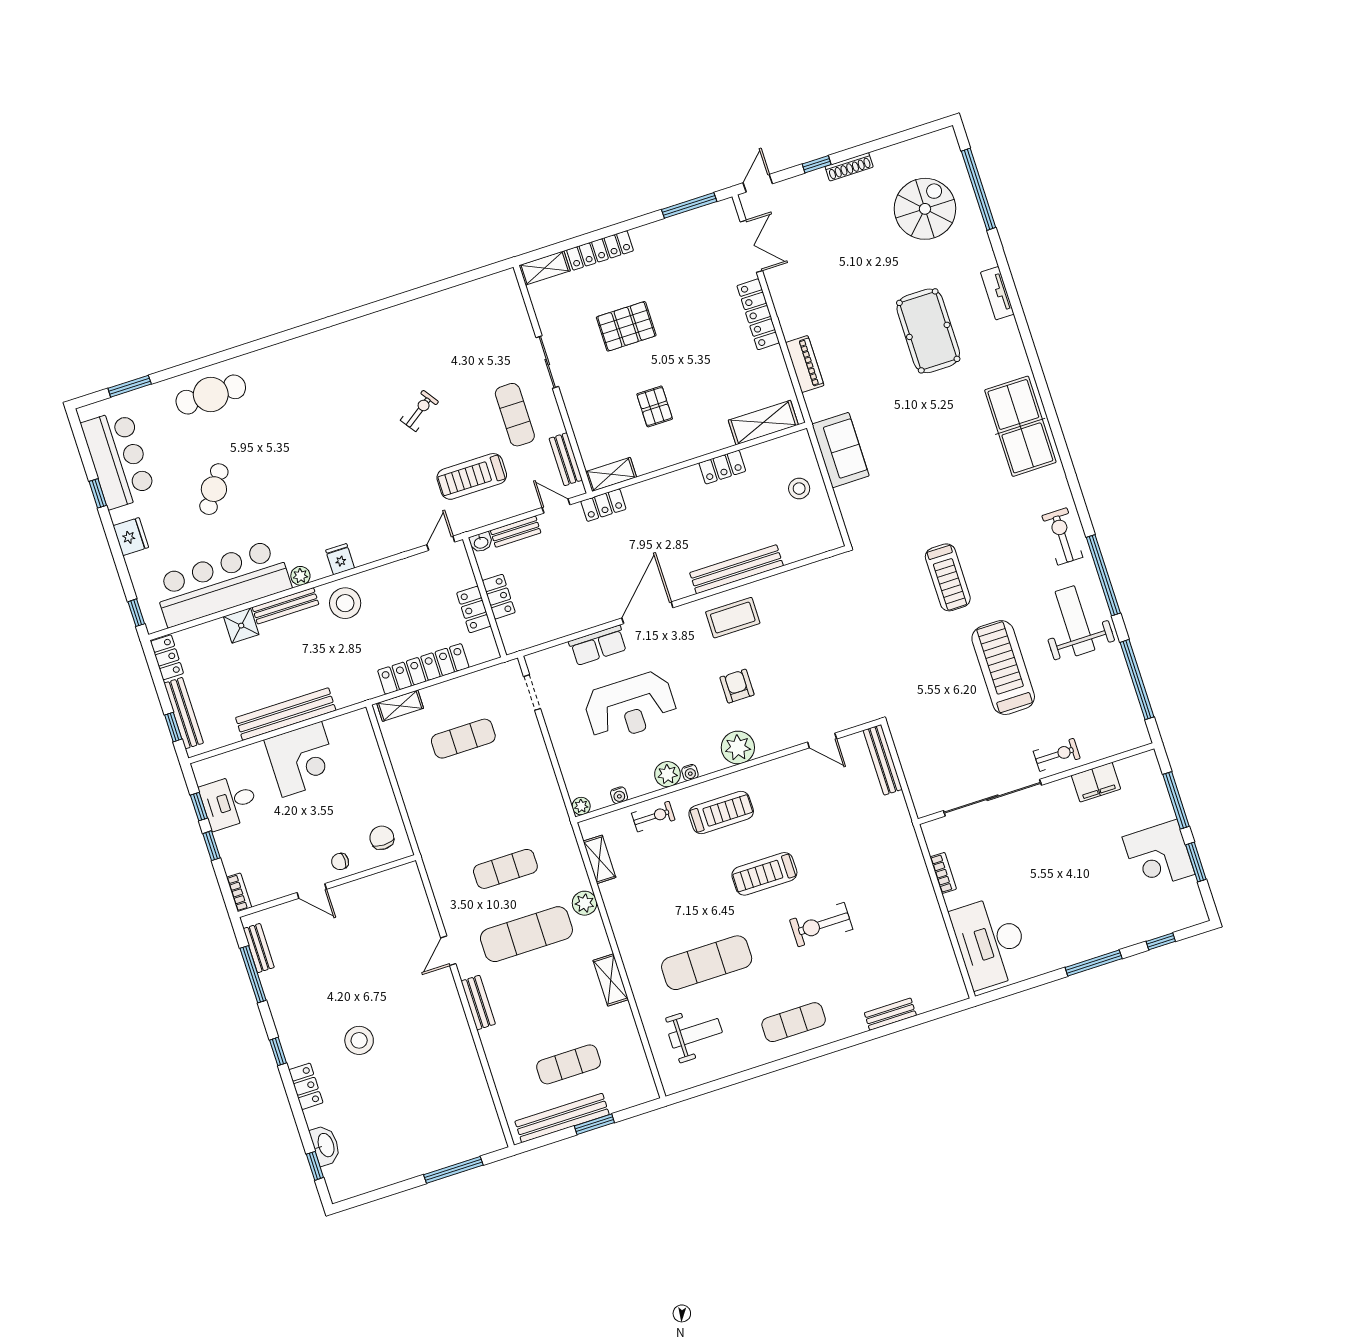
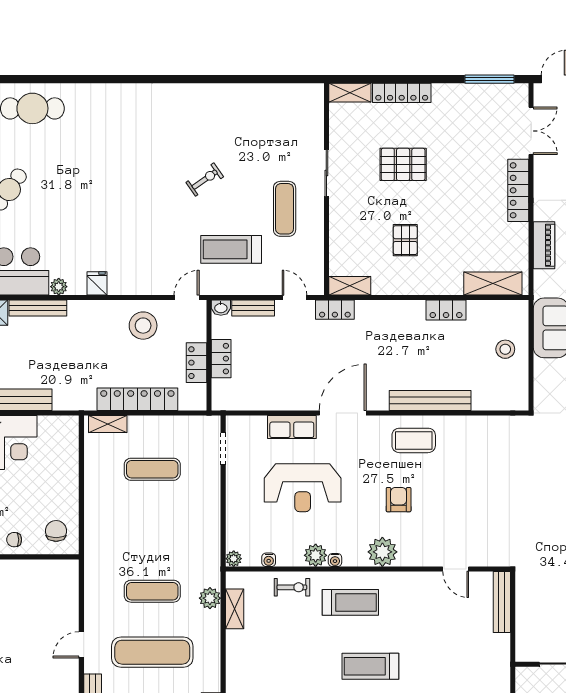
bench: (566, 459) -> (315, 260), removed
stool: (345, 603) -> (143, 326), moved
plant: (585, 903) -> (210, 598), moved

